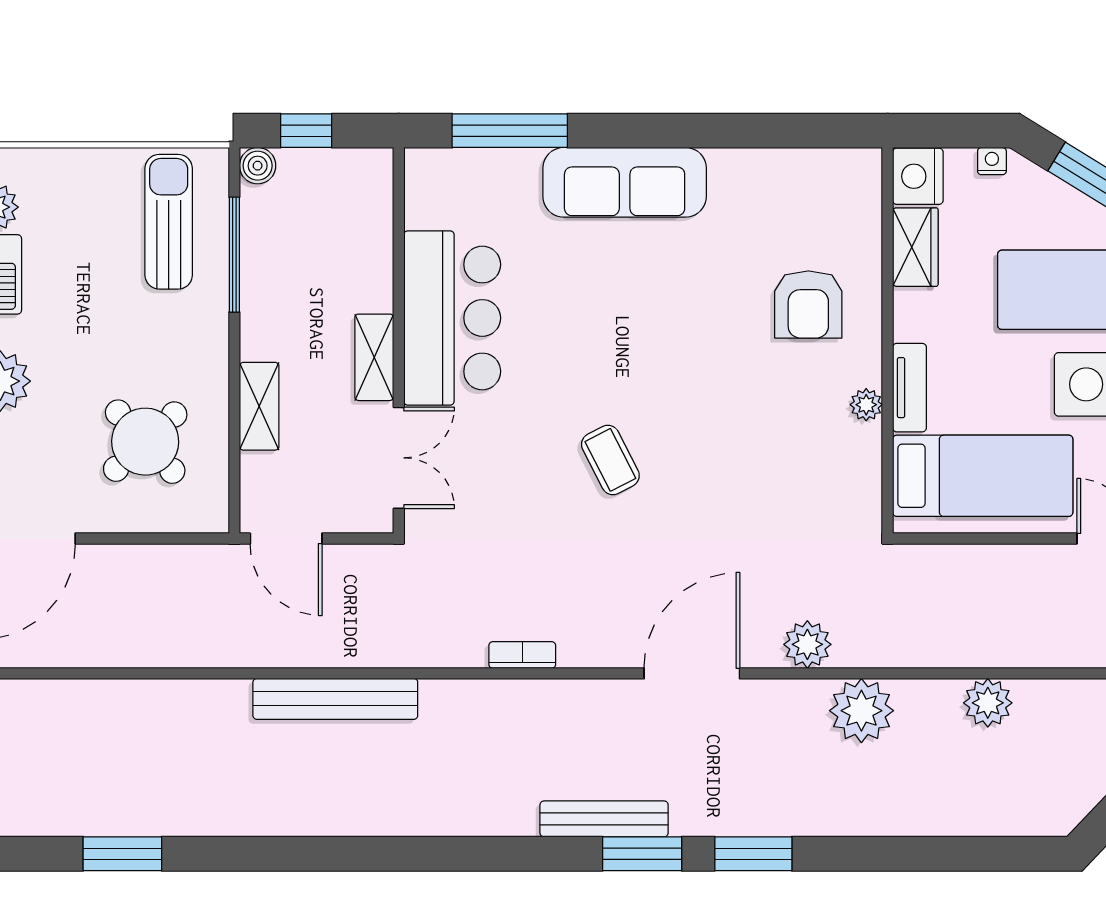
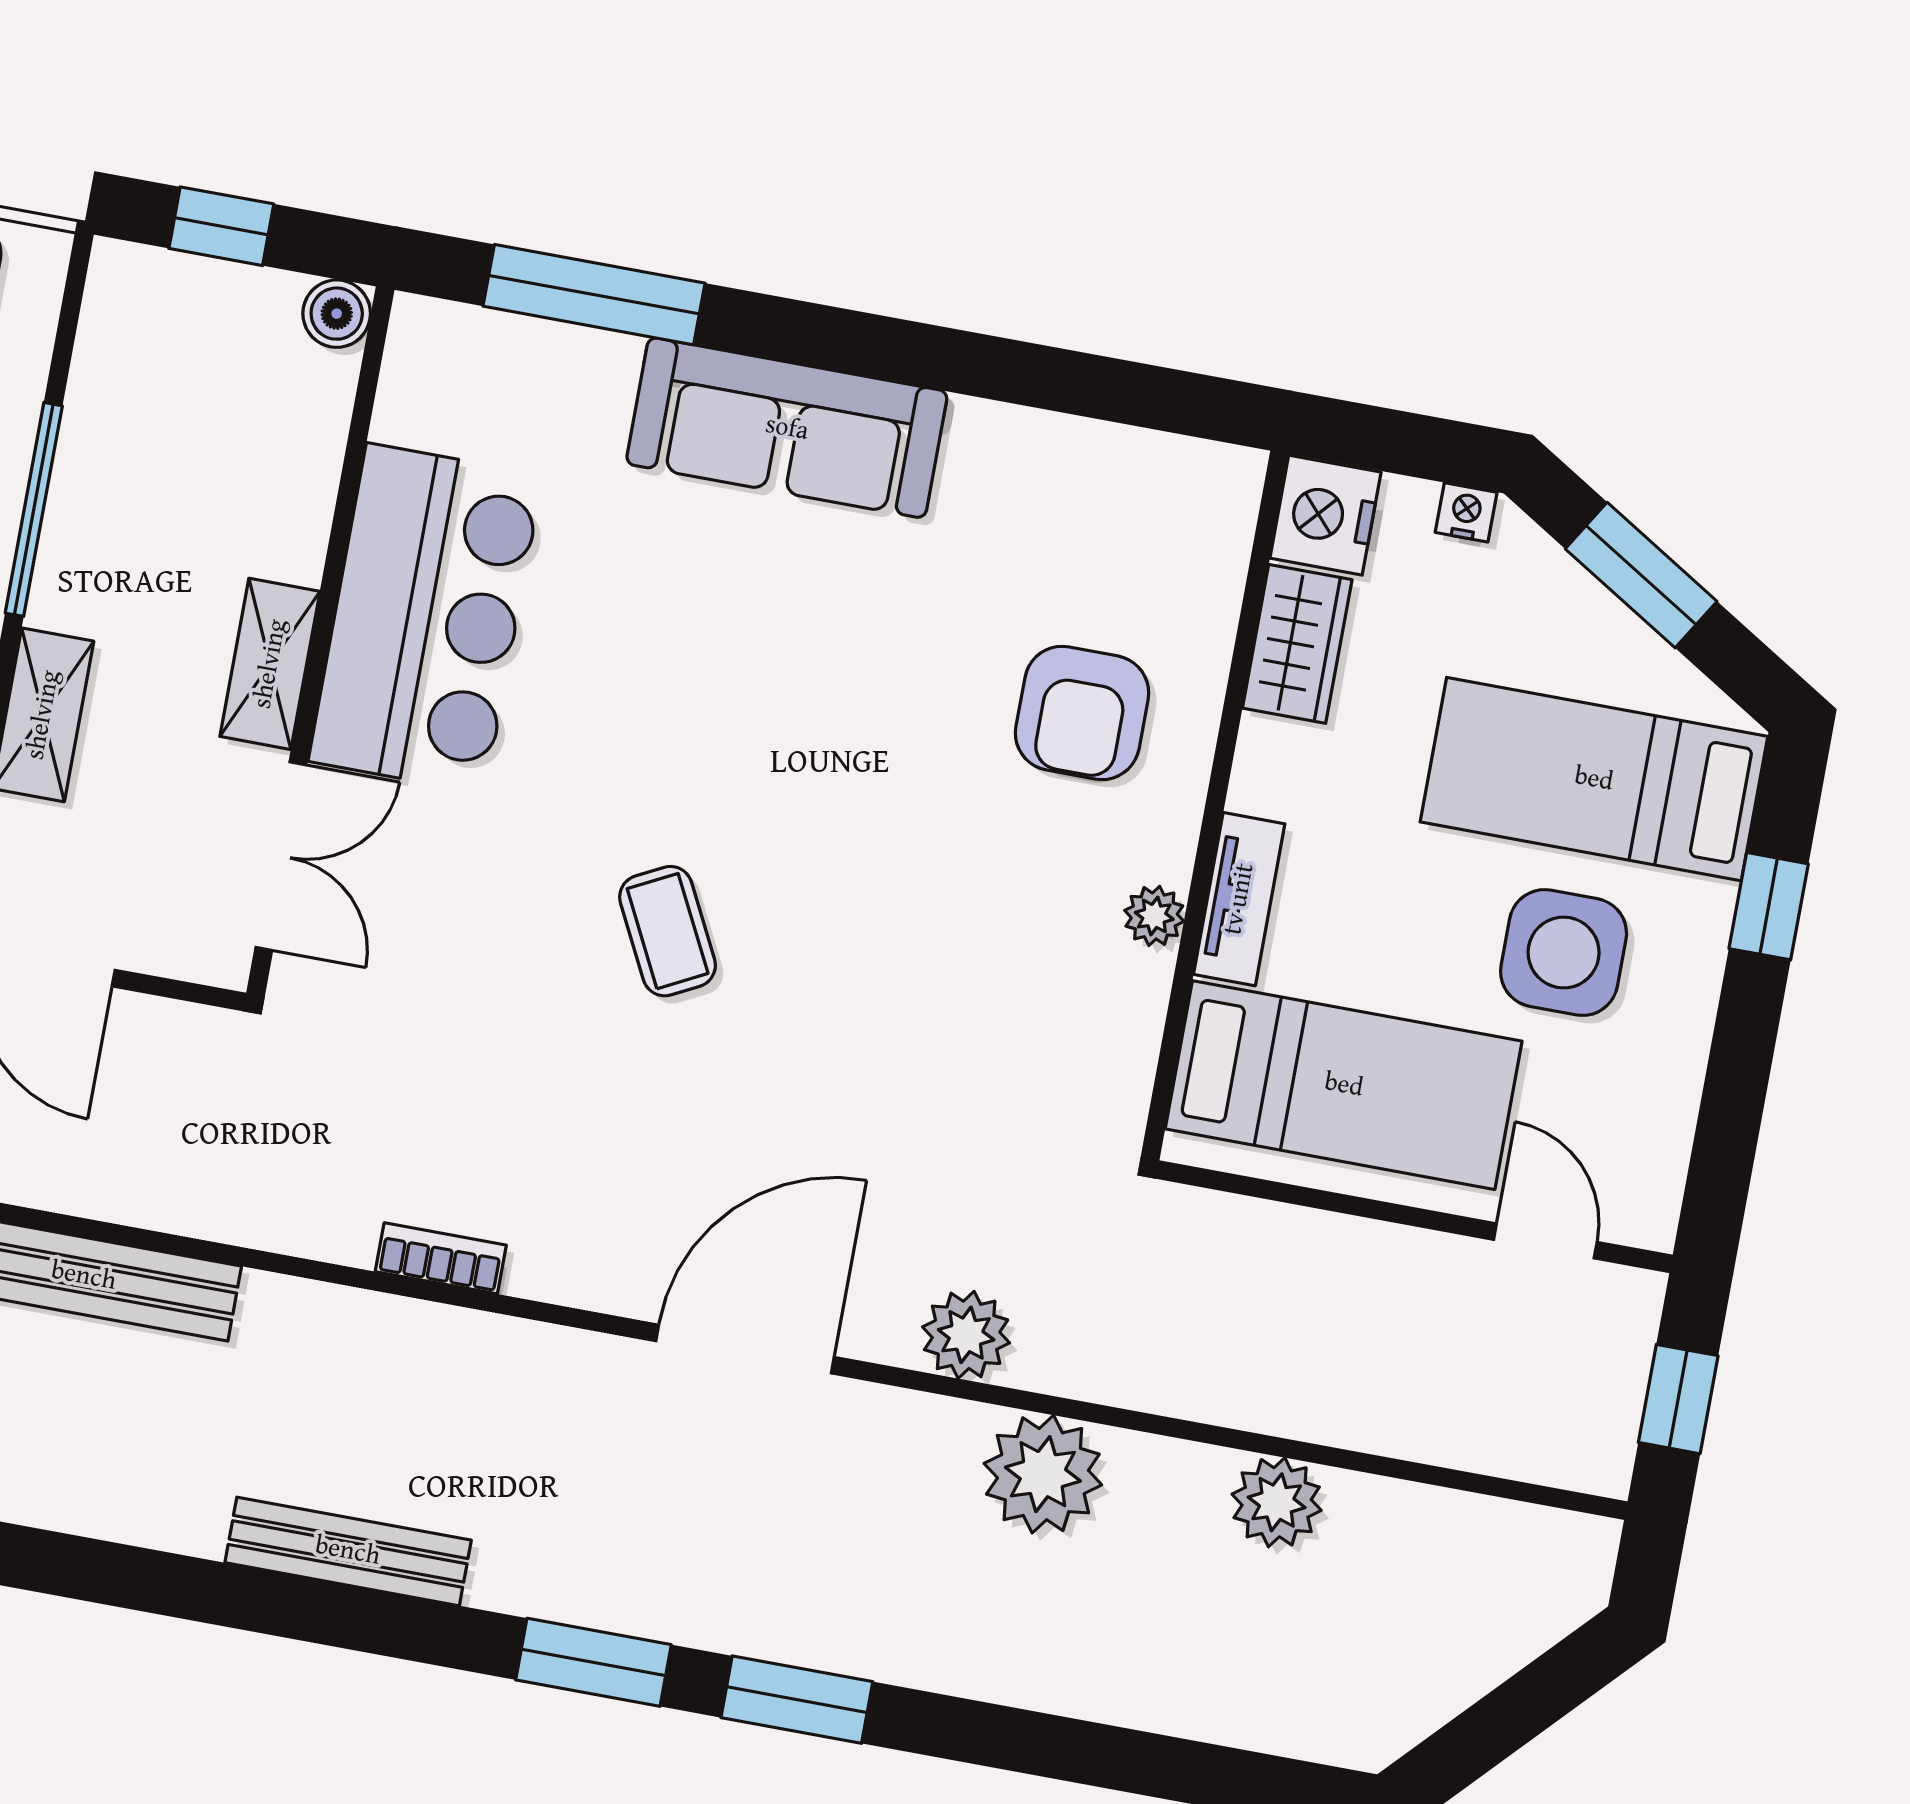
boiler: (258, 166) -> (337, 314), moved
window: (234, 255) -> (34, 509), moved
bench: (604, 819) -> (348, 1551), moved

